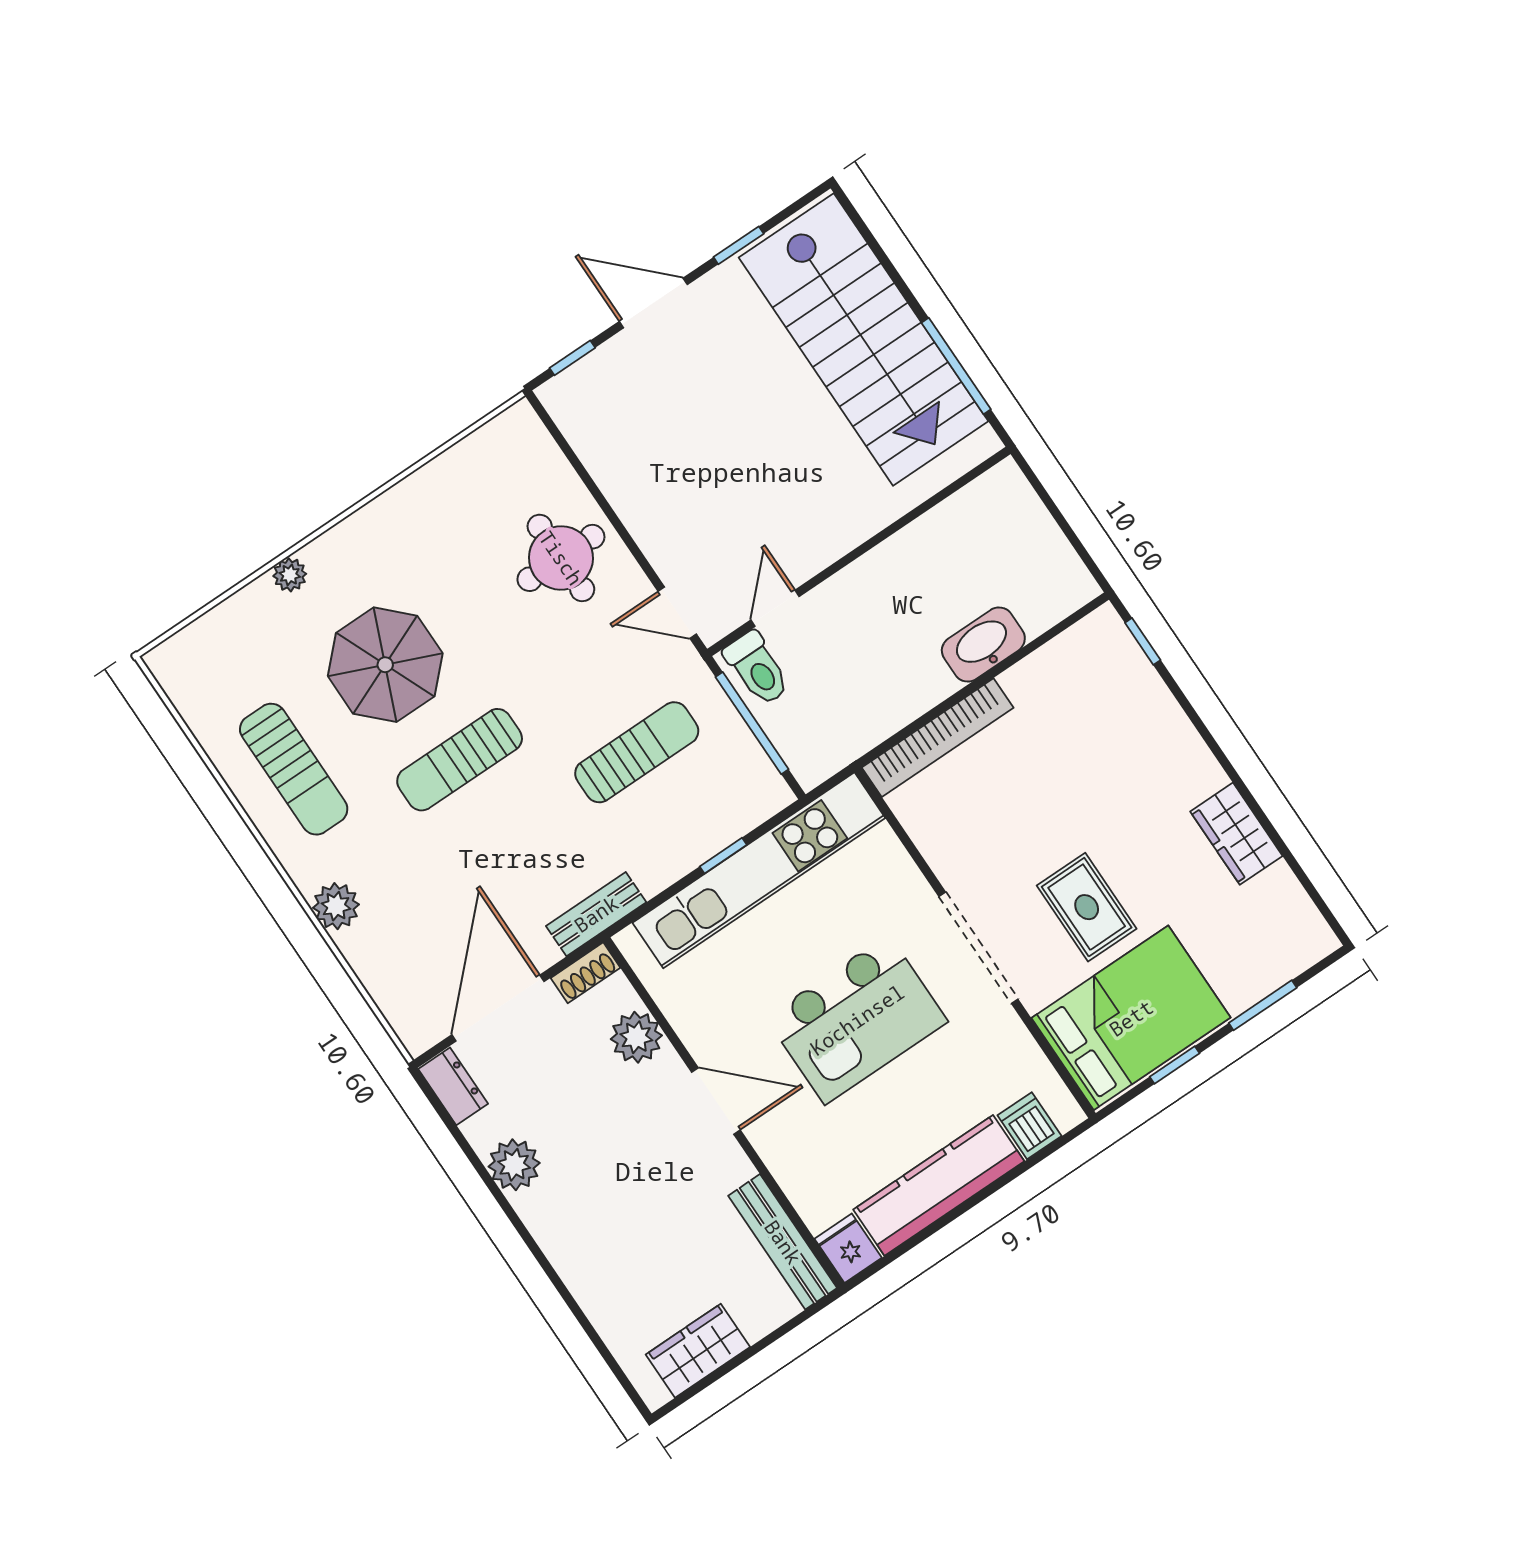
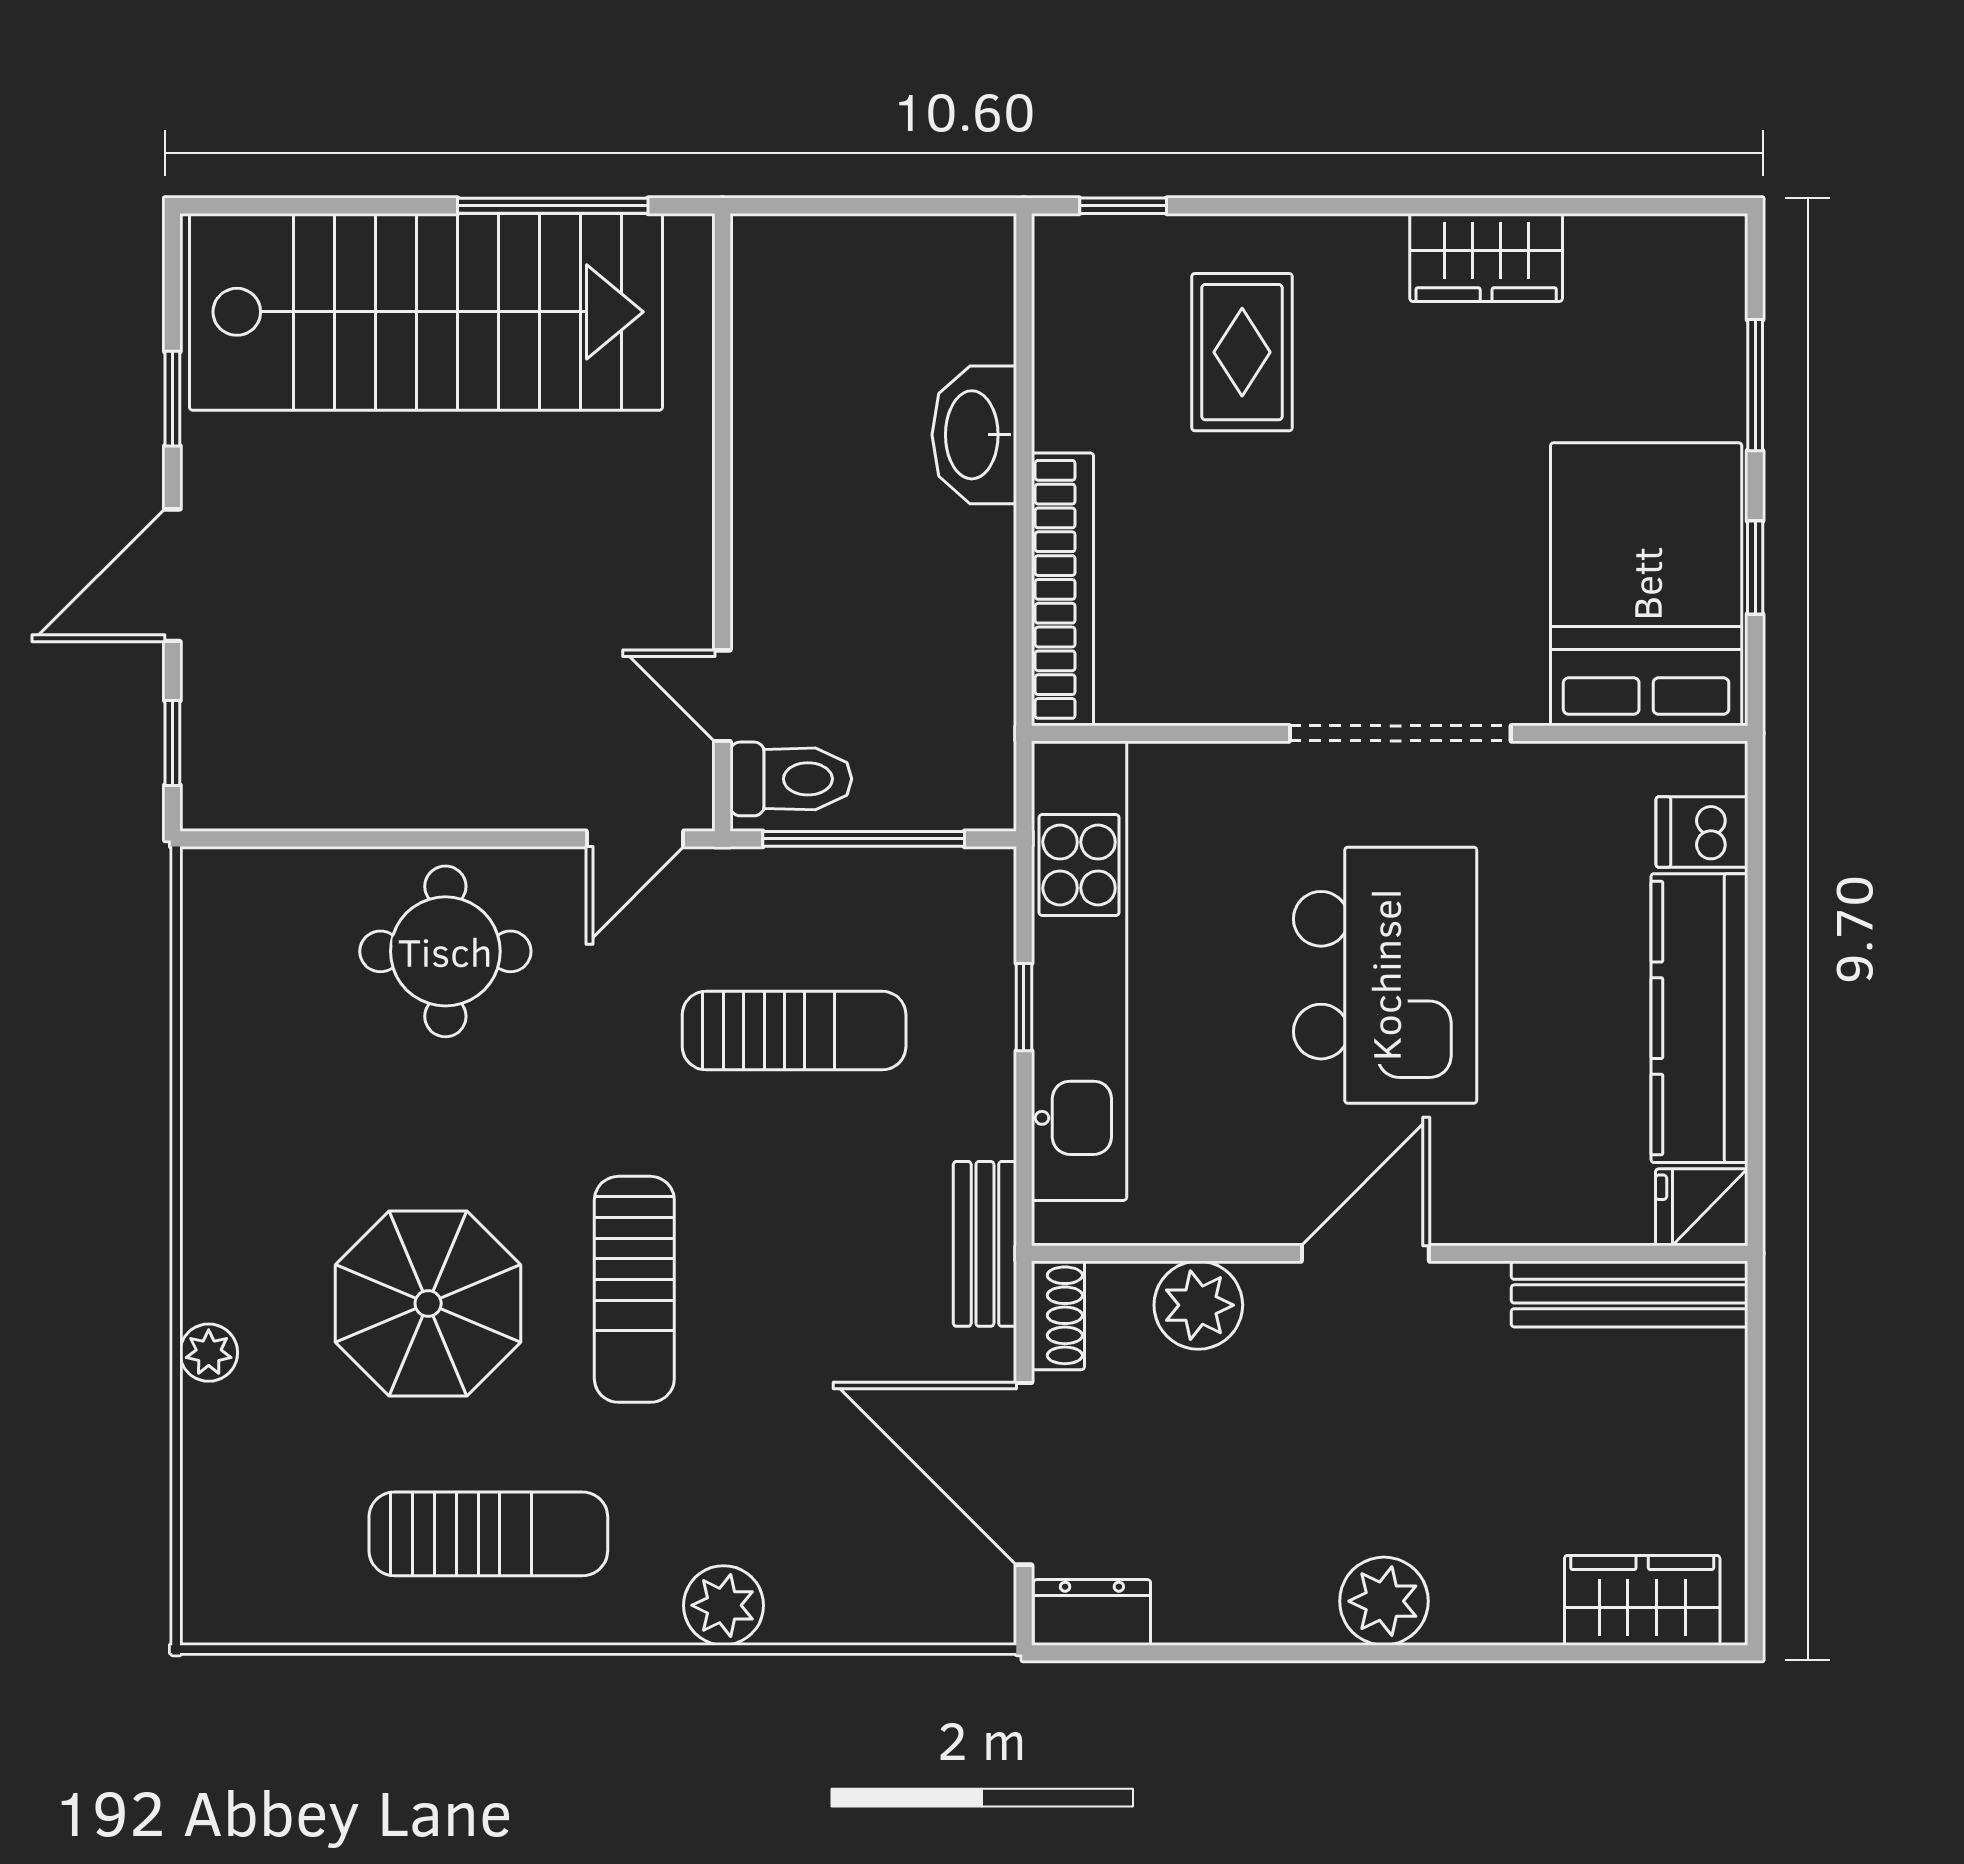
sun lounger: (637, 752) -> (794, 1031), turned 90
rug: (1087, 907) -> (1242, 352), moved, turned 90
plant: (514, 1165) -> (1384, 1601), moved
wardrobe: (698, 1351) -> (1642, 1600), moved, turned 90

